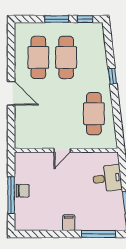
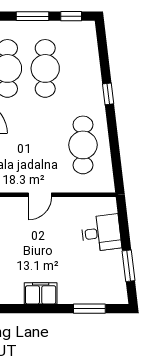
filing cabinet: (69, 223) -> (41, 293), width x2.00
window: (99, 234) -> (89, 309), width x0.69

